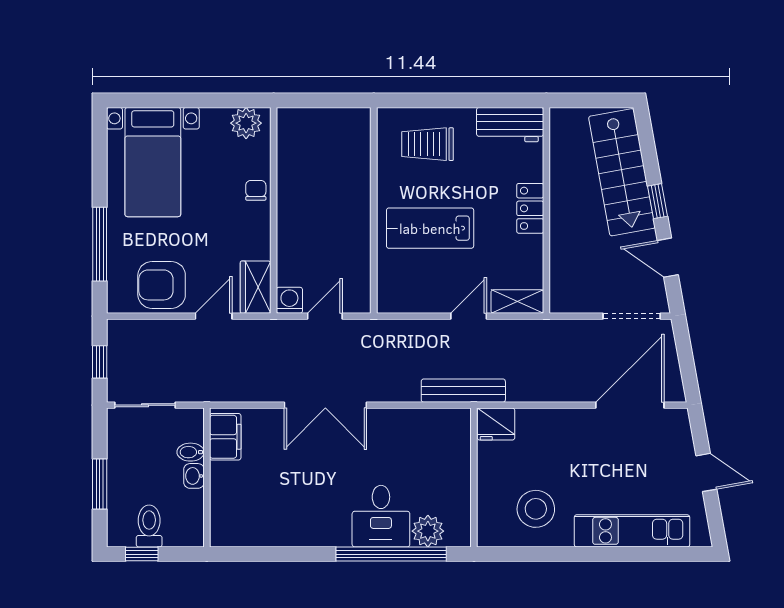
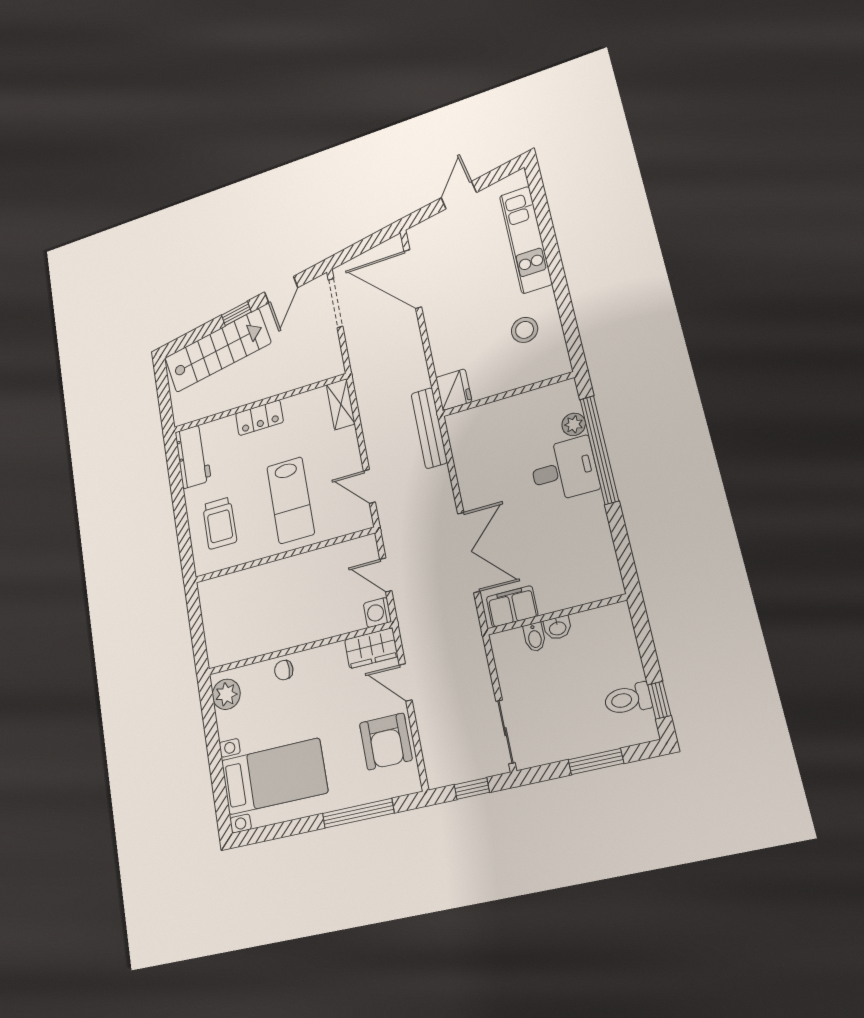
door: (469, 316) -> (369, 486), moved
filing cabinet: (225, 437) -> (512, 606), moved
bidet: (191, 452) -> (535, 637), moved
washbasin: (194, 476) -> (558, 628), moved
wall: (207, 478) -> (556, 615), moved
stool: (536, 509) -> (525, 330), width x0.73, depth x0.73
plant: (428, 531) -> (574, 424), width x0.73, depth x0.73

